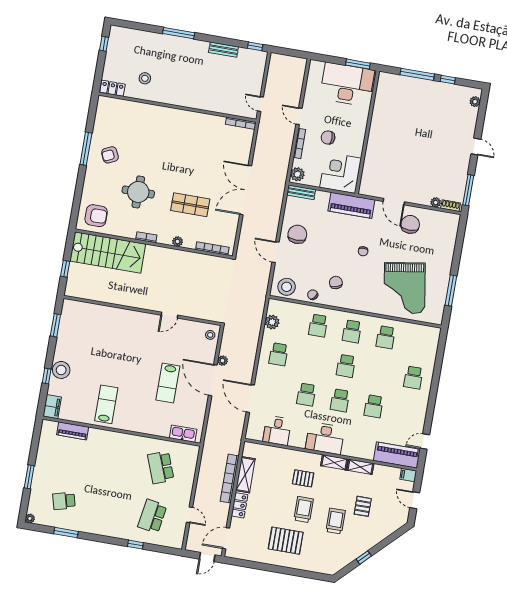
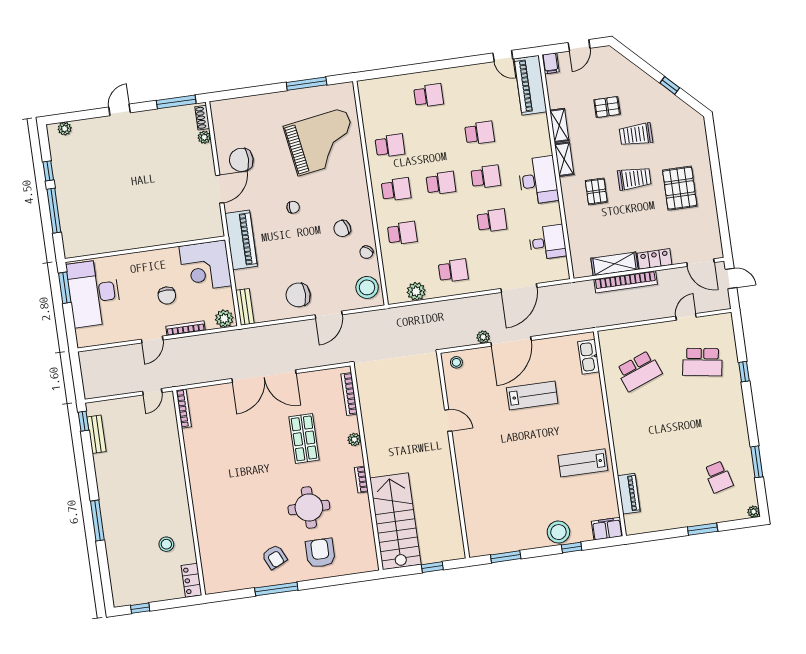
bench: (223, 50) -> (96, 434), moved
armchair: (96, 216) -> (320, 553), moved
trolley: (304, 509) -> (634, 179), turned 180

